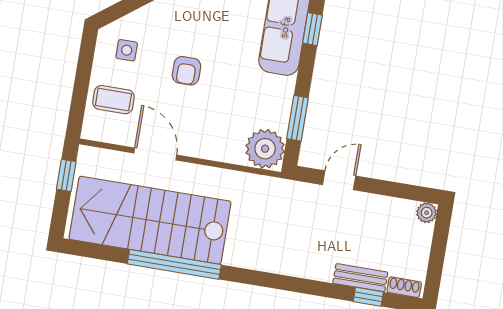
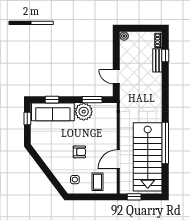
plant: (265, 149) -> (84, 112), moved

